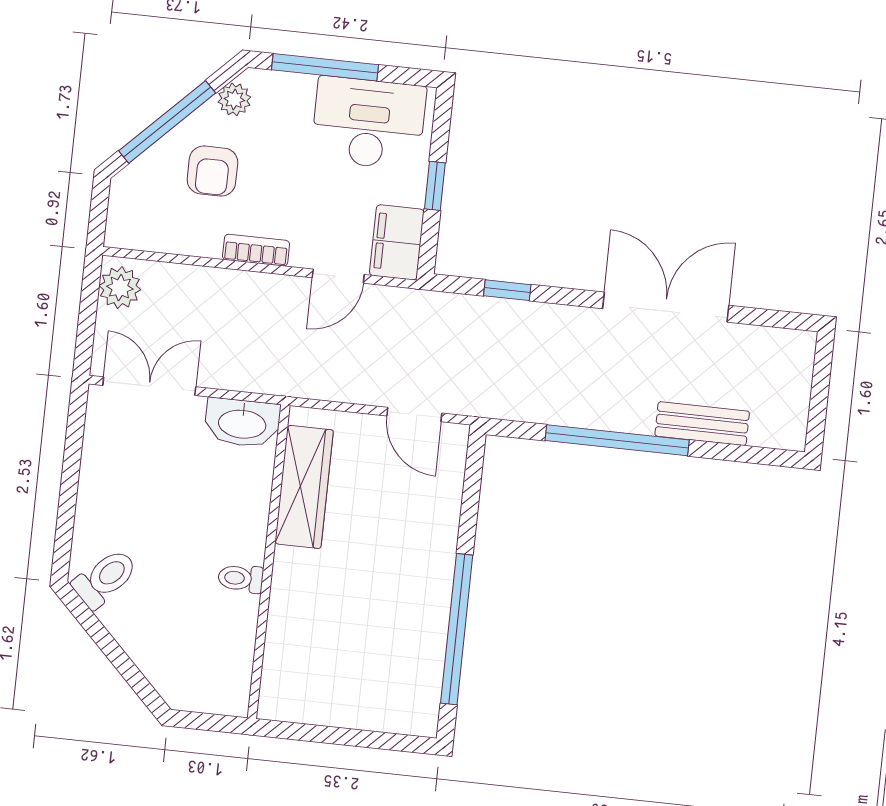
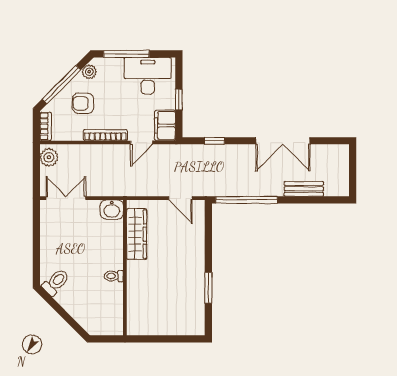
armchair: (212, 171) -> (83, 103), turned 90
bookcase: (120, 215) -> (45, 126), added
bookcase: (256, 250) -> (105, 135), width x1.56
double door: (666, 307) -> (283, 141), swing flipped
washbasin: (242, 423) -> (112, 210), width x0.72
window: (617, 440) -> (247, 200), moved
window: (457, 629) -> (208, 288), width x0.47

